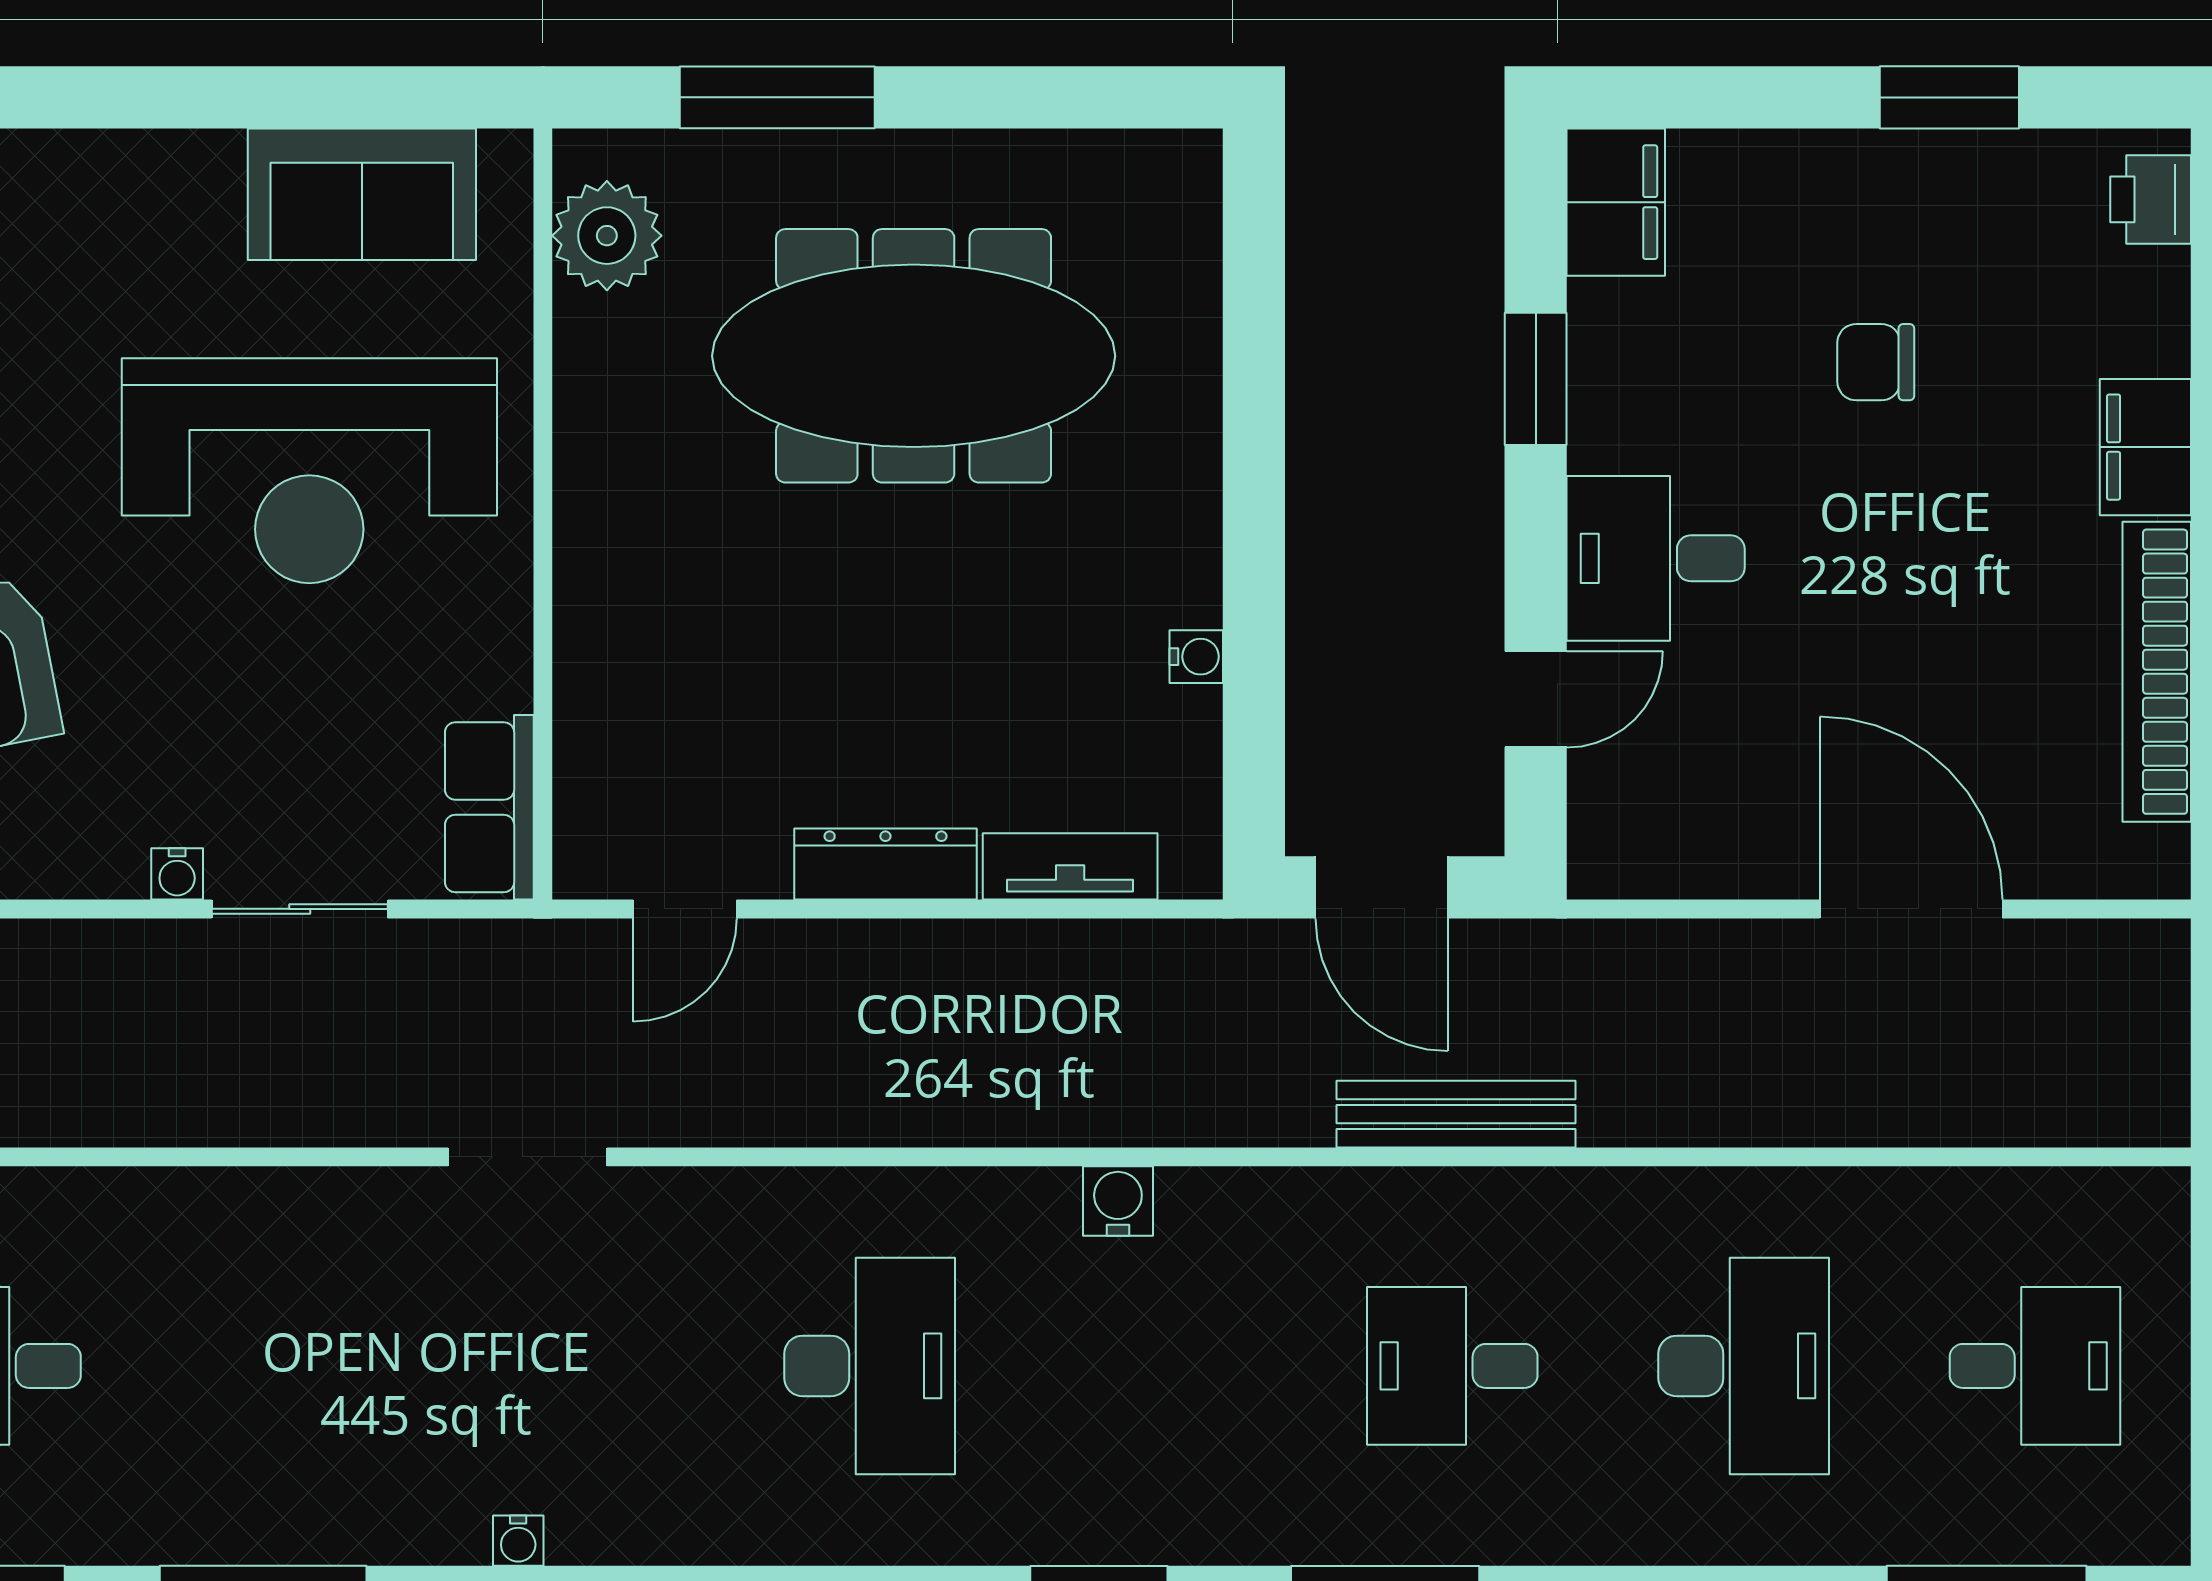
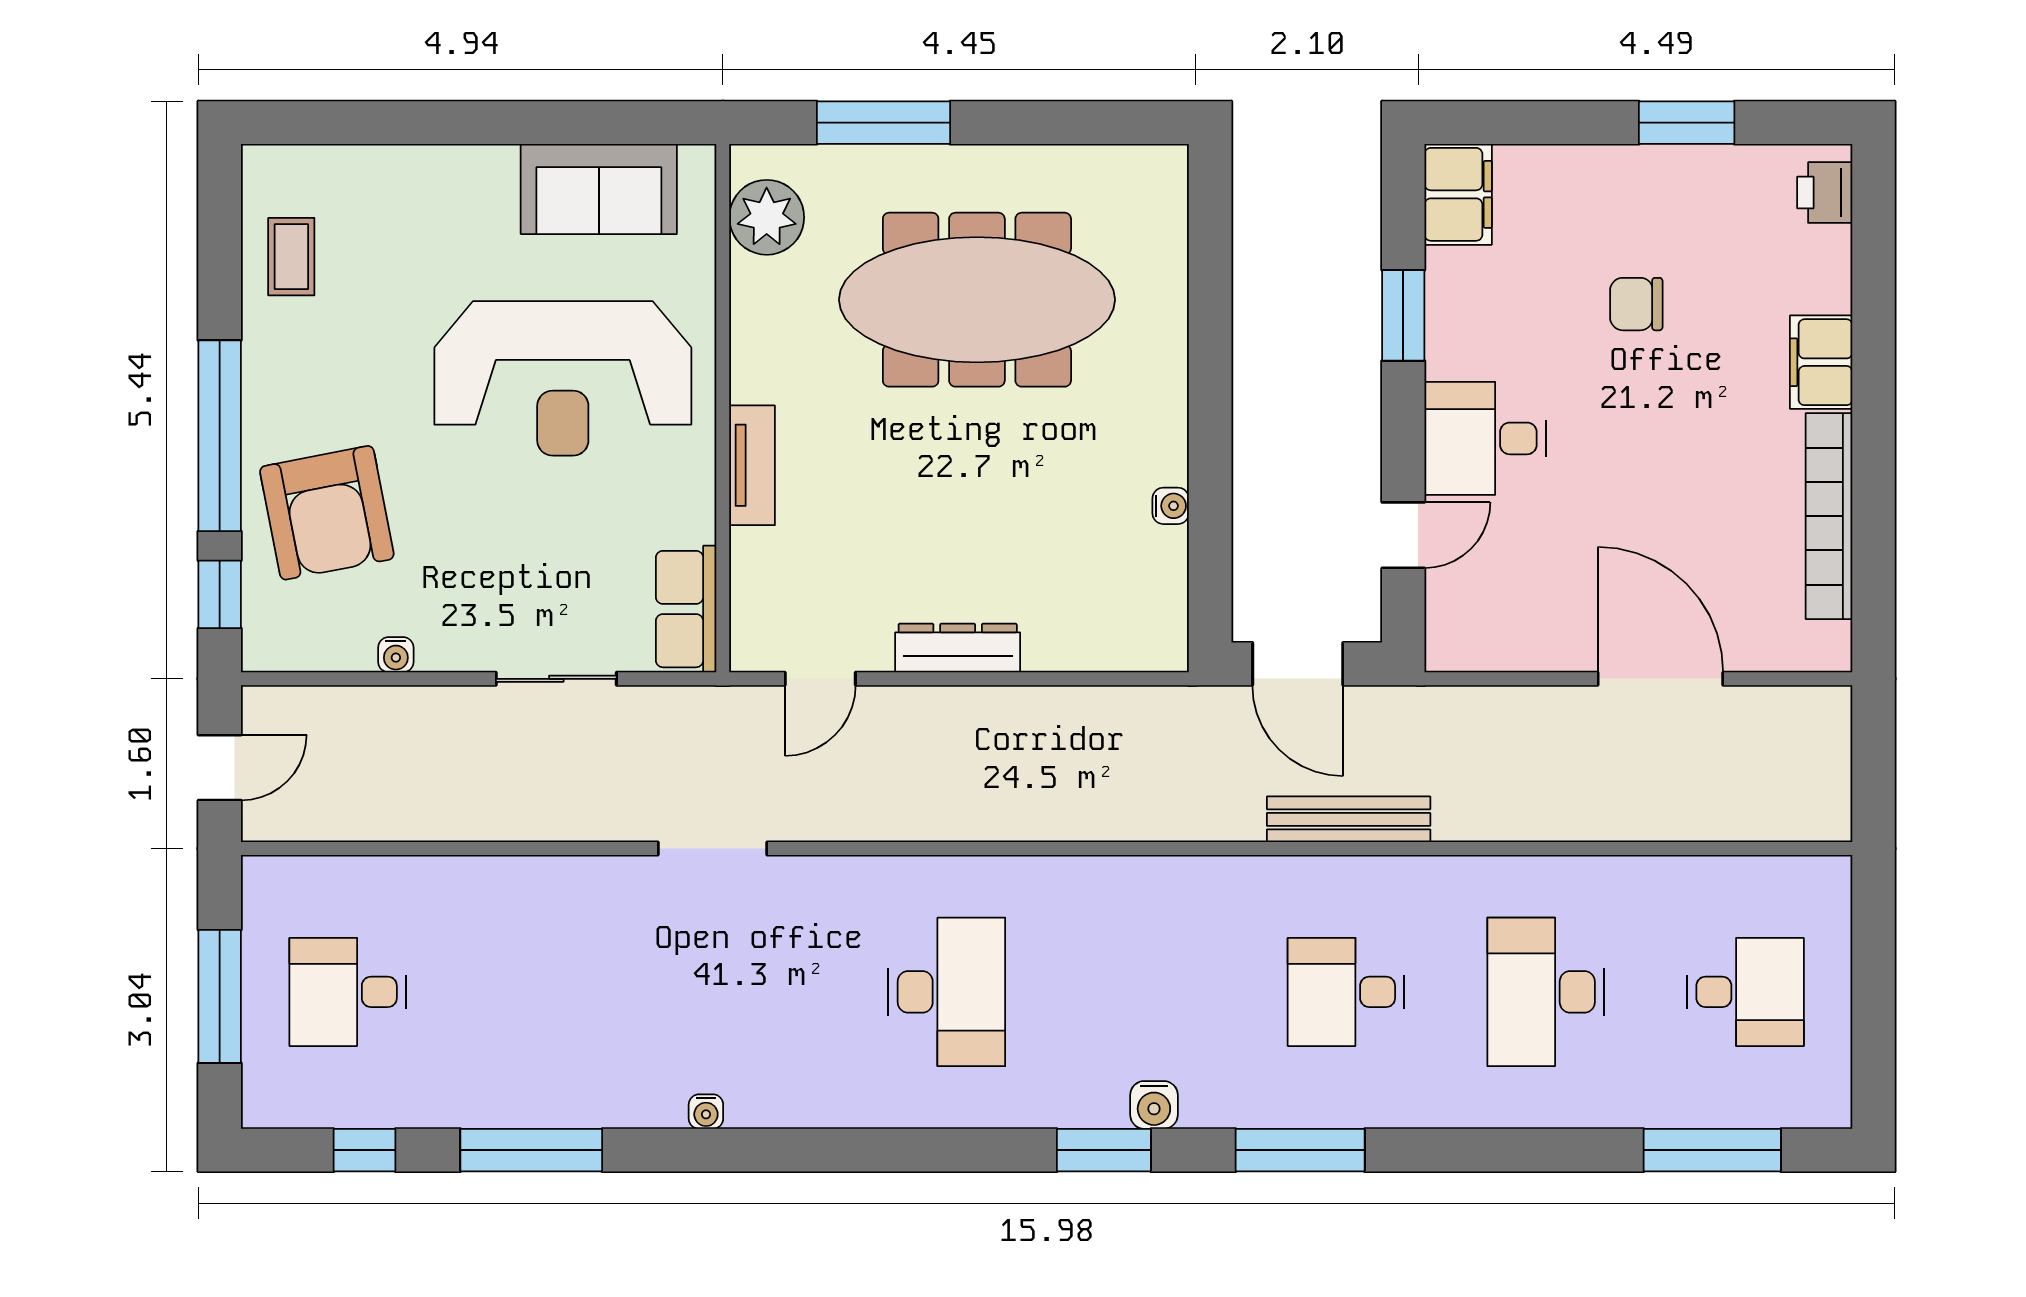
tv unit: (1070, 866) -> (752, 465), moved, turned 90
water cooler: (177, 874) -> (396, 655), moved
water cooler: (1118, 1201) -> (1154, 1105), moved, turned 180
desk: (1744, 1366) -> (1546, 992), turned 180

